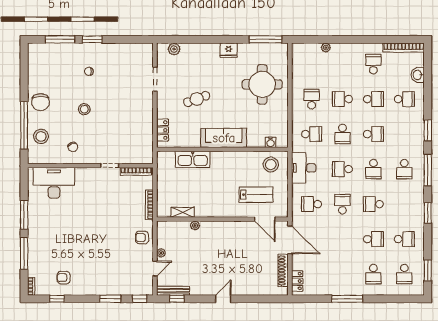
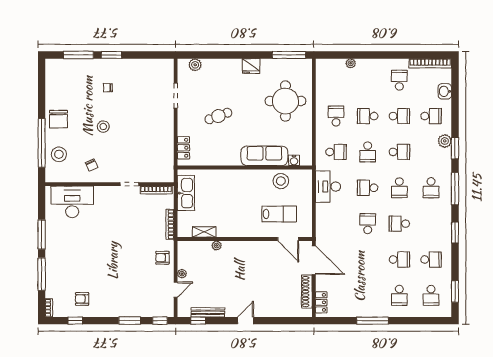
plant: (418, 123) -> (445, 141), added
sofa: (224, 138) -> (264, 156), moved
kitchen sink: (193, 159) -> (186, 193), moved, turned -90
stool: (271, 165) -> (281, 181), moved
school desk: (312, 204) -> (336, 224), removed
bench: (173, 291) -> (208, 312), moved

